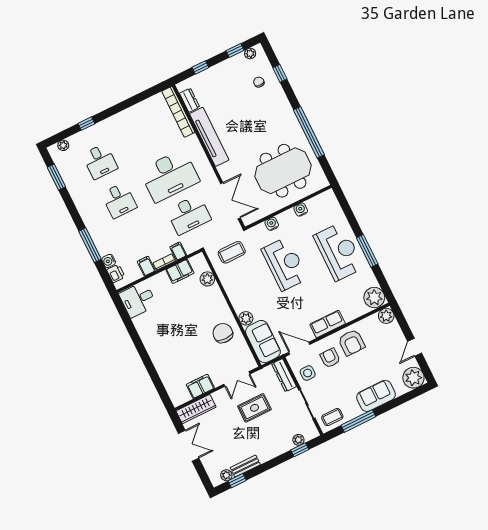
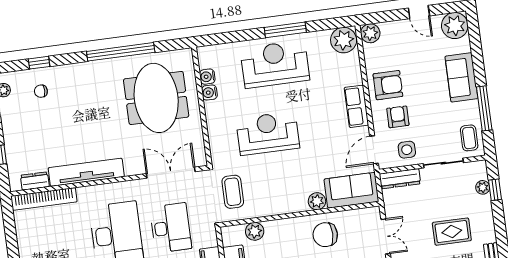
water cooler: (272, 224) -> (207, 77), moved
armchair: (330, 358) -> (398, 117), turned 90
rug: (254, 408) -> (452, 232), moved, turned 90

